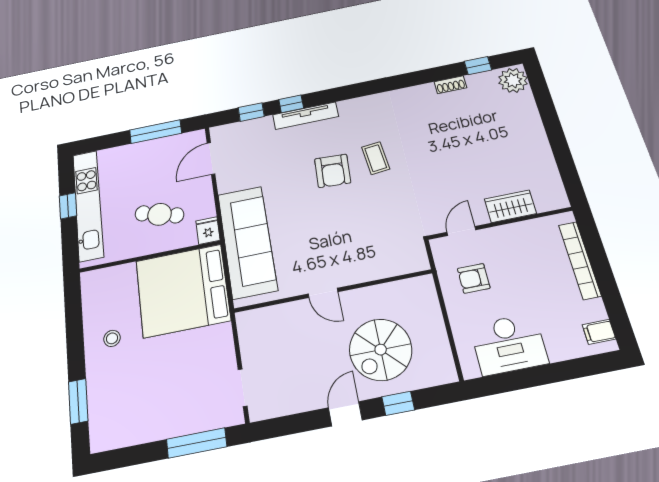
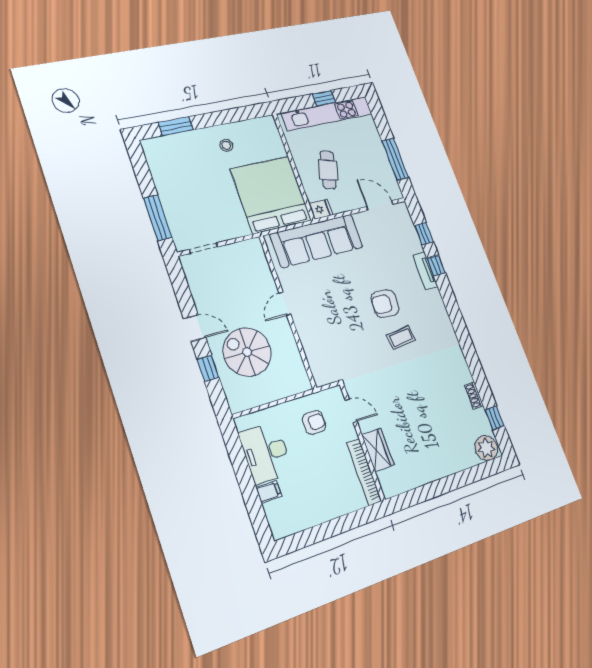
tv unit: (306, 116) -> (425, 271), width x0.71
bookcase: (580, 260) -> (364, 472), moved, turned -90
armchair: (474, 278) -> (314, 423), turned 90
filing cabinet: (599, 332) -> (269, 492), moved, turned 90

